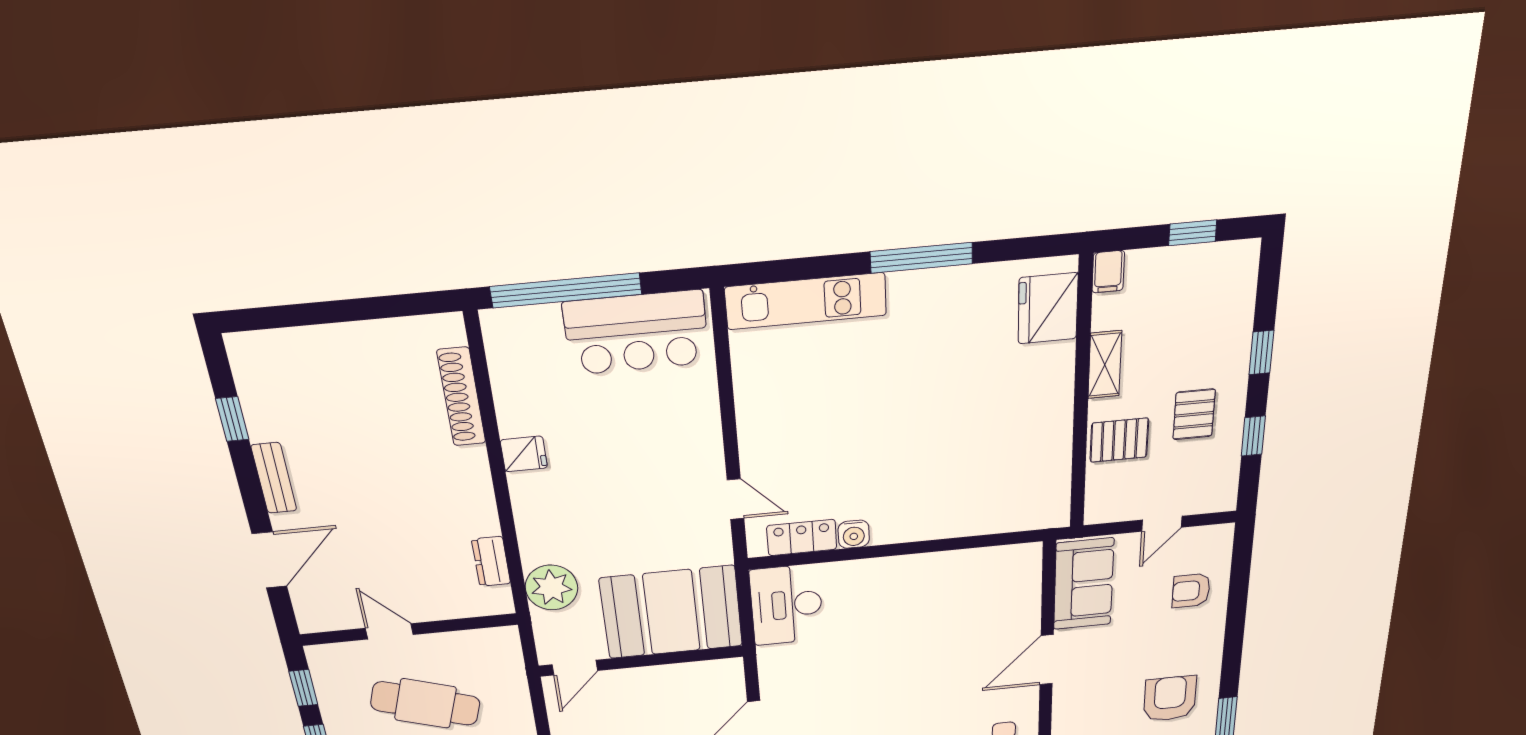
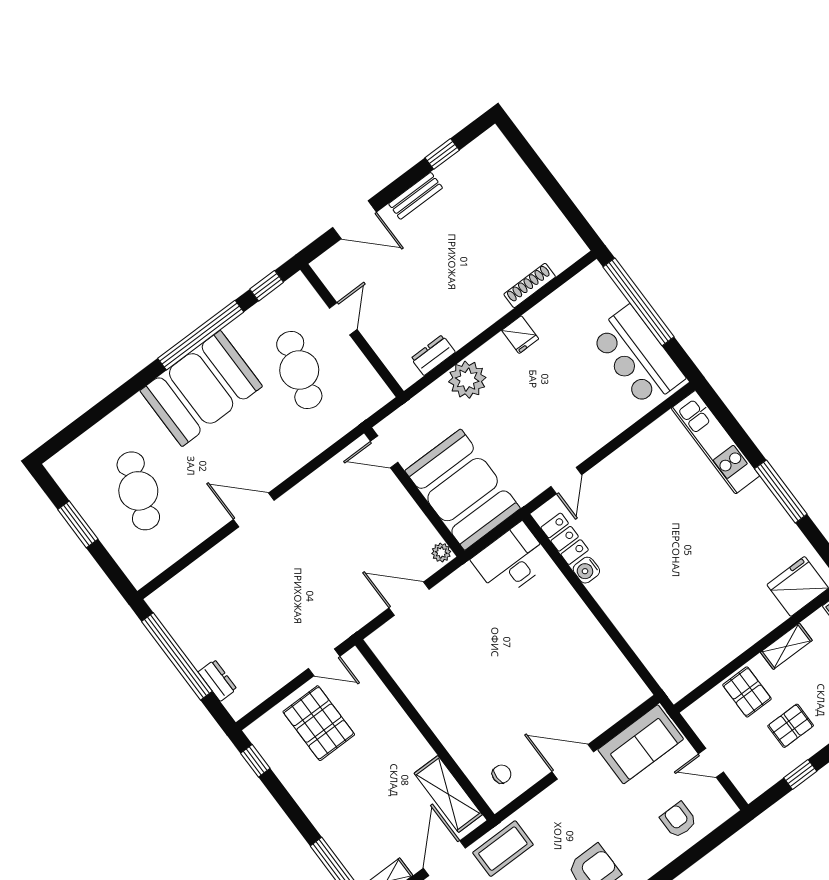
shoe rack: (461, 397) -> (530, 285), width x0.74, depth x0.81
plant: (551, 588) -> (467, 380), moved
plant: (728, 669) -> (441, 552), added

